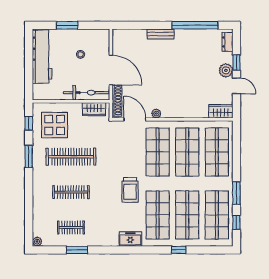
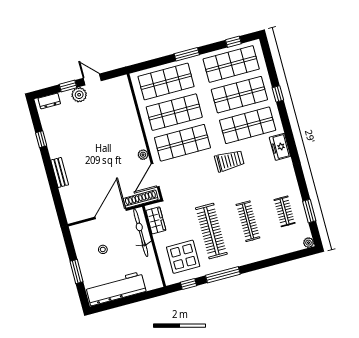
window: (195, 25) -> (41, 139), width x0.32
door: (236, 86) -> (92, 80), hinge flipped
wardrobe: (221, 111) -> (123, 89), removed
window: (29, 157) -> (223, 275), width x1.44
window: (236, 193) -> (187, 54), moved
window: (77, 250) -> (309, 211), moved

